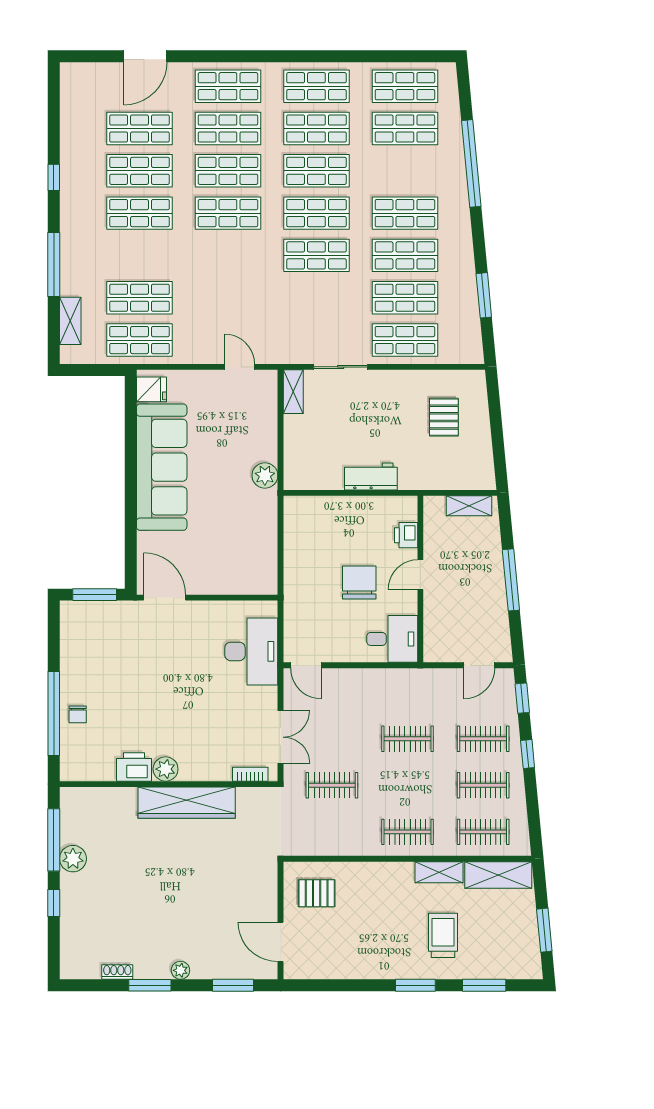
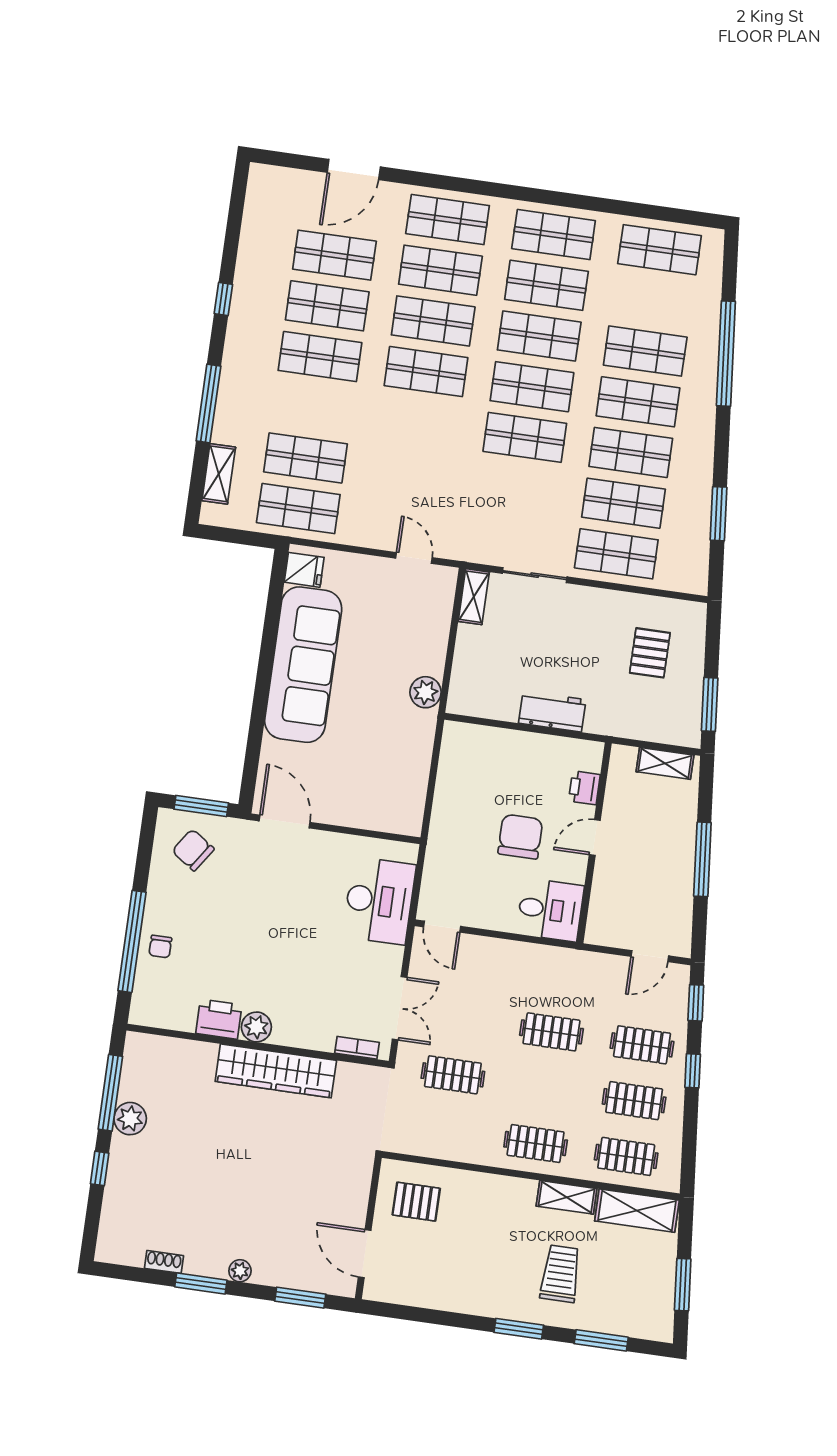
shop shelf: (405, 128) -> (645, 351), moved
window: (499, 452) -> (710, 704), added
chair: (93, 632) -> (193, 850), added

